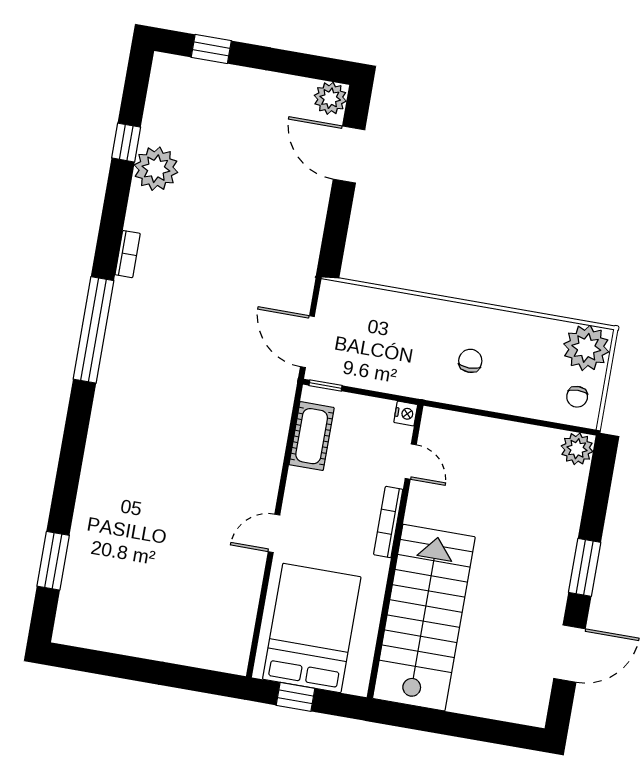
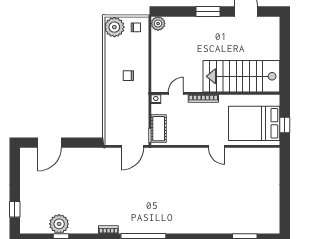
plant: (330, 98) -> (27, 155), removed
plant: (156, 169) -> (59, 224), moved
cot: (312, 436) -> (159, 129), moved, turned 90

